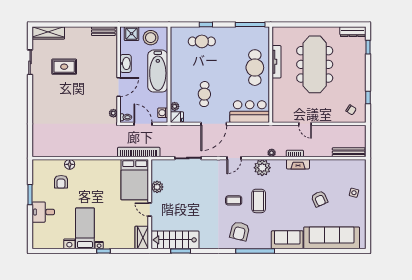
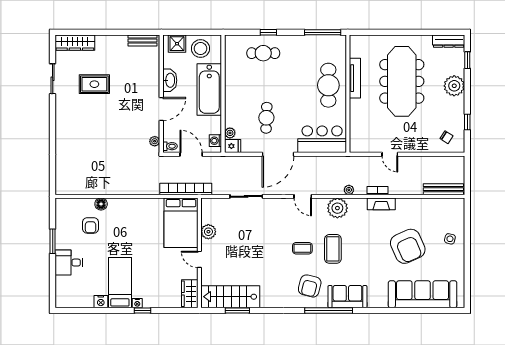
plant: (357, 68) -> (454, 86), added
door: (234, 158) -> (303, 196), hinge flipped
armchair: (320, 199) -> (408, 246), width x1.88, depth x1.88
sofa: (287, 240) -> (347, 297), moved

